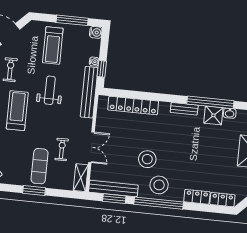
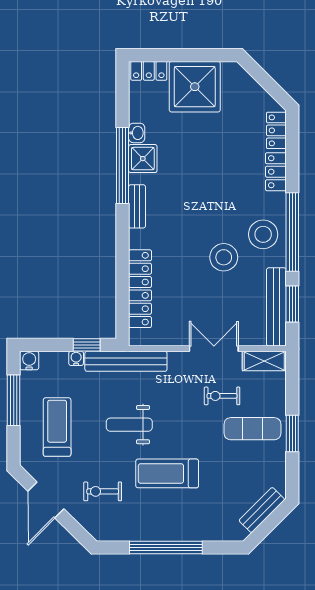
treadmill: (53, 46) -> (57, 427), turned -90

